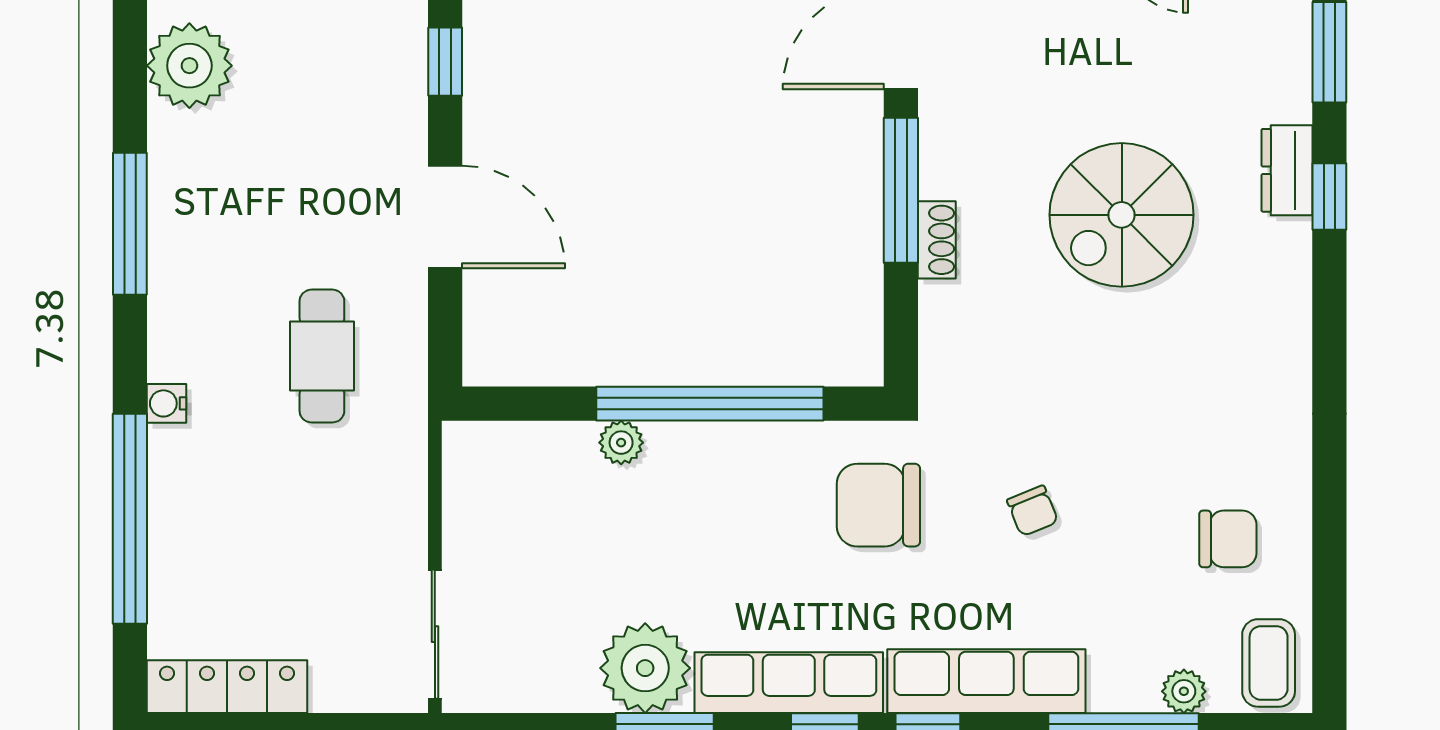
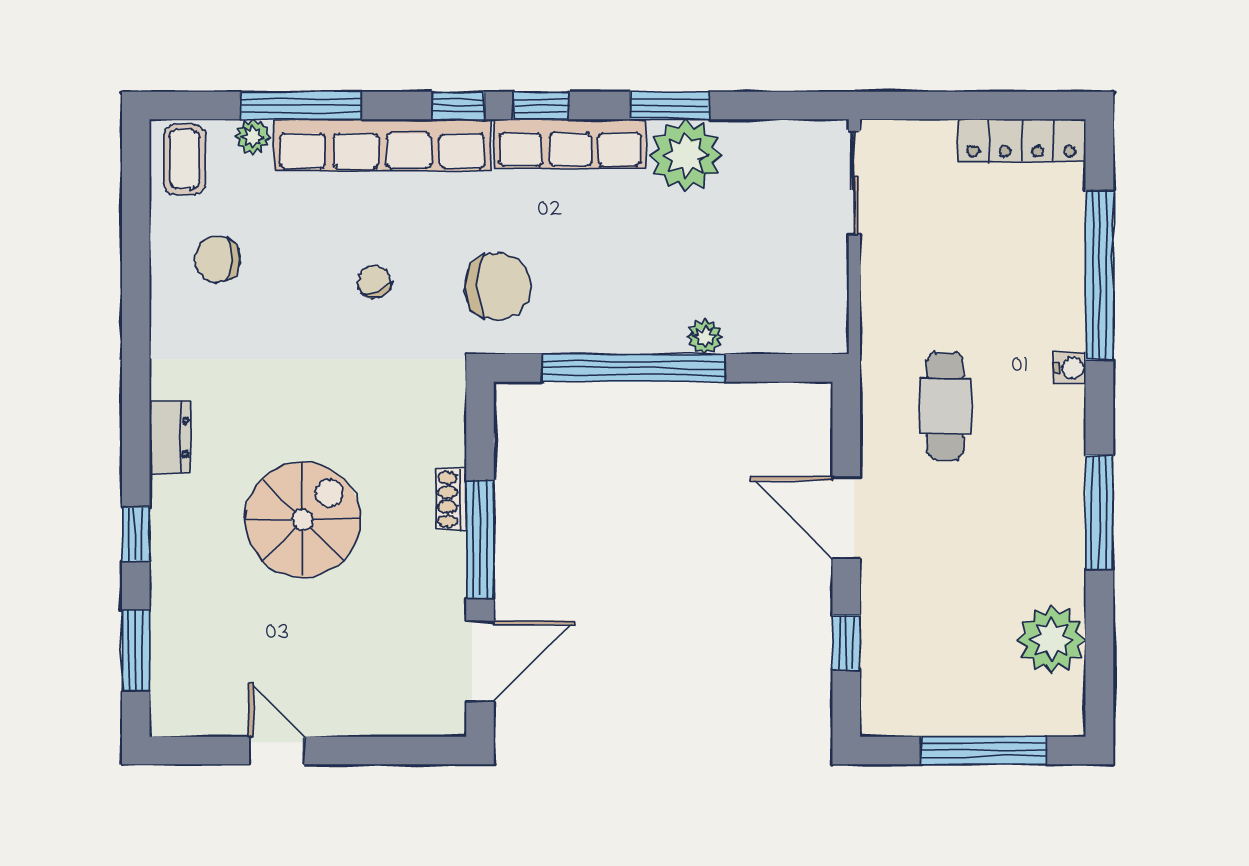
dresser: (1287, 170) -> (170, 437), moved
row of seats: (986, 681) -> (382, 145), width x1.36

